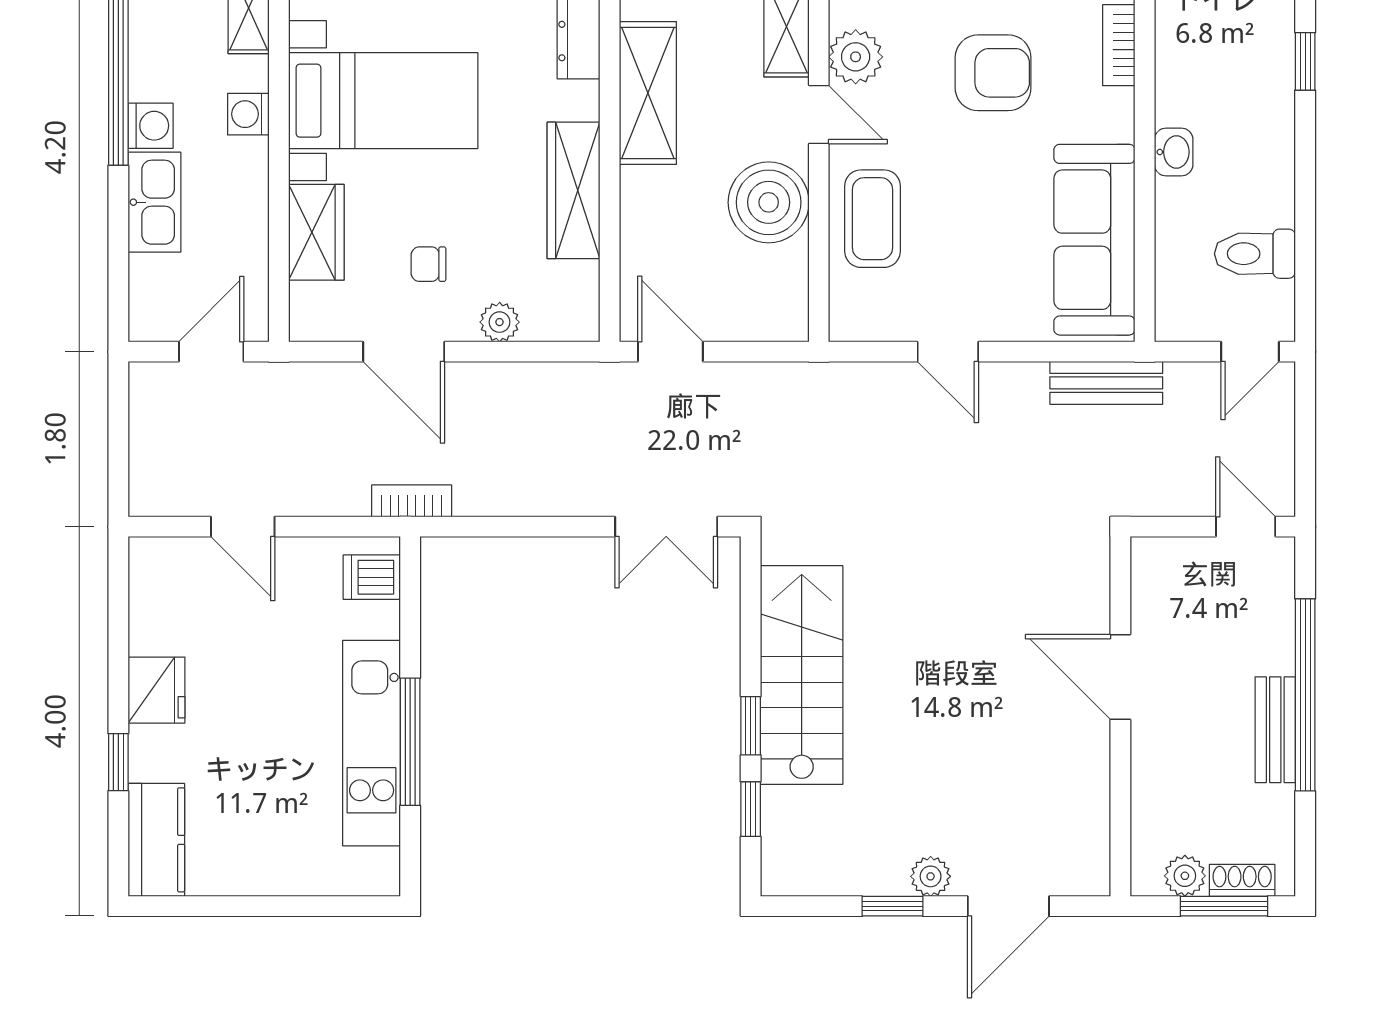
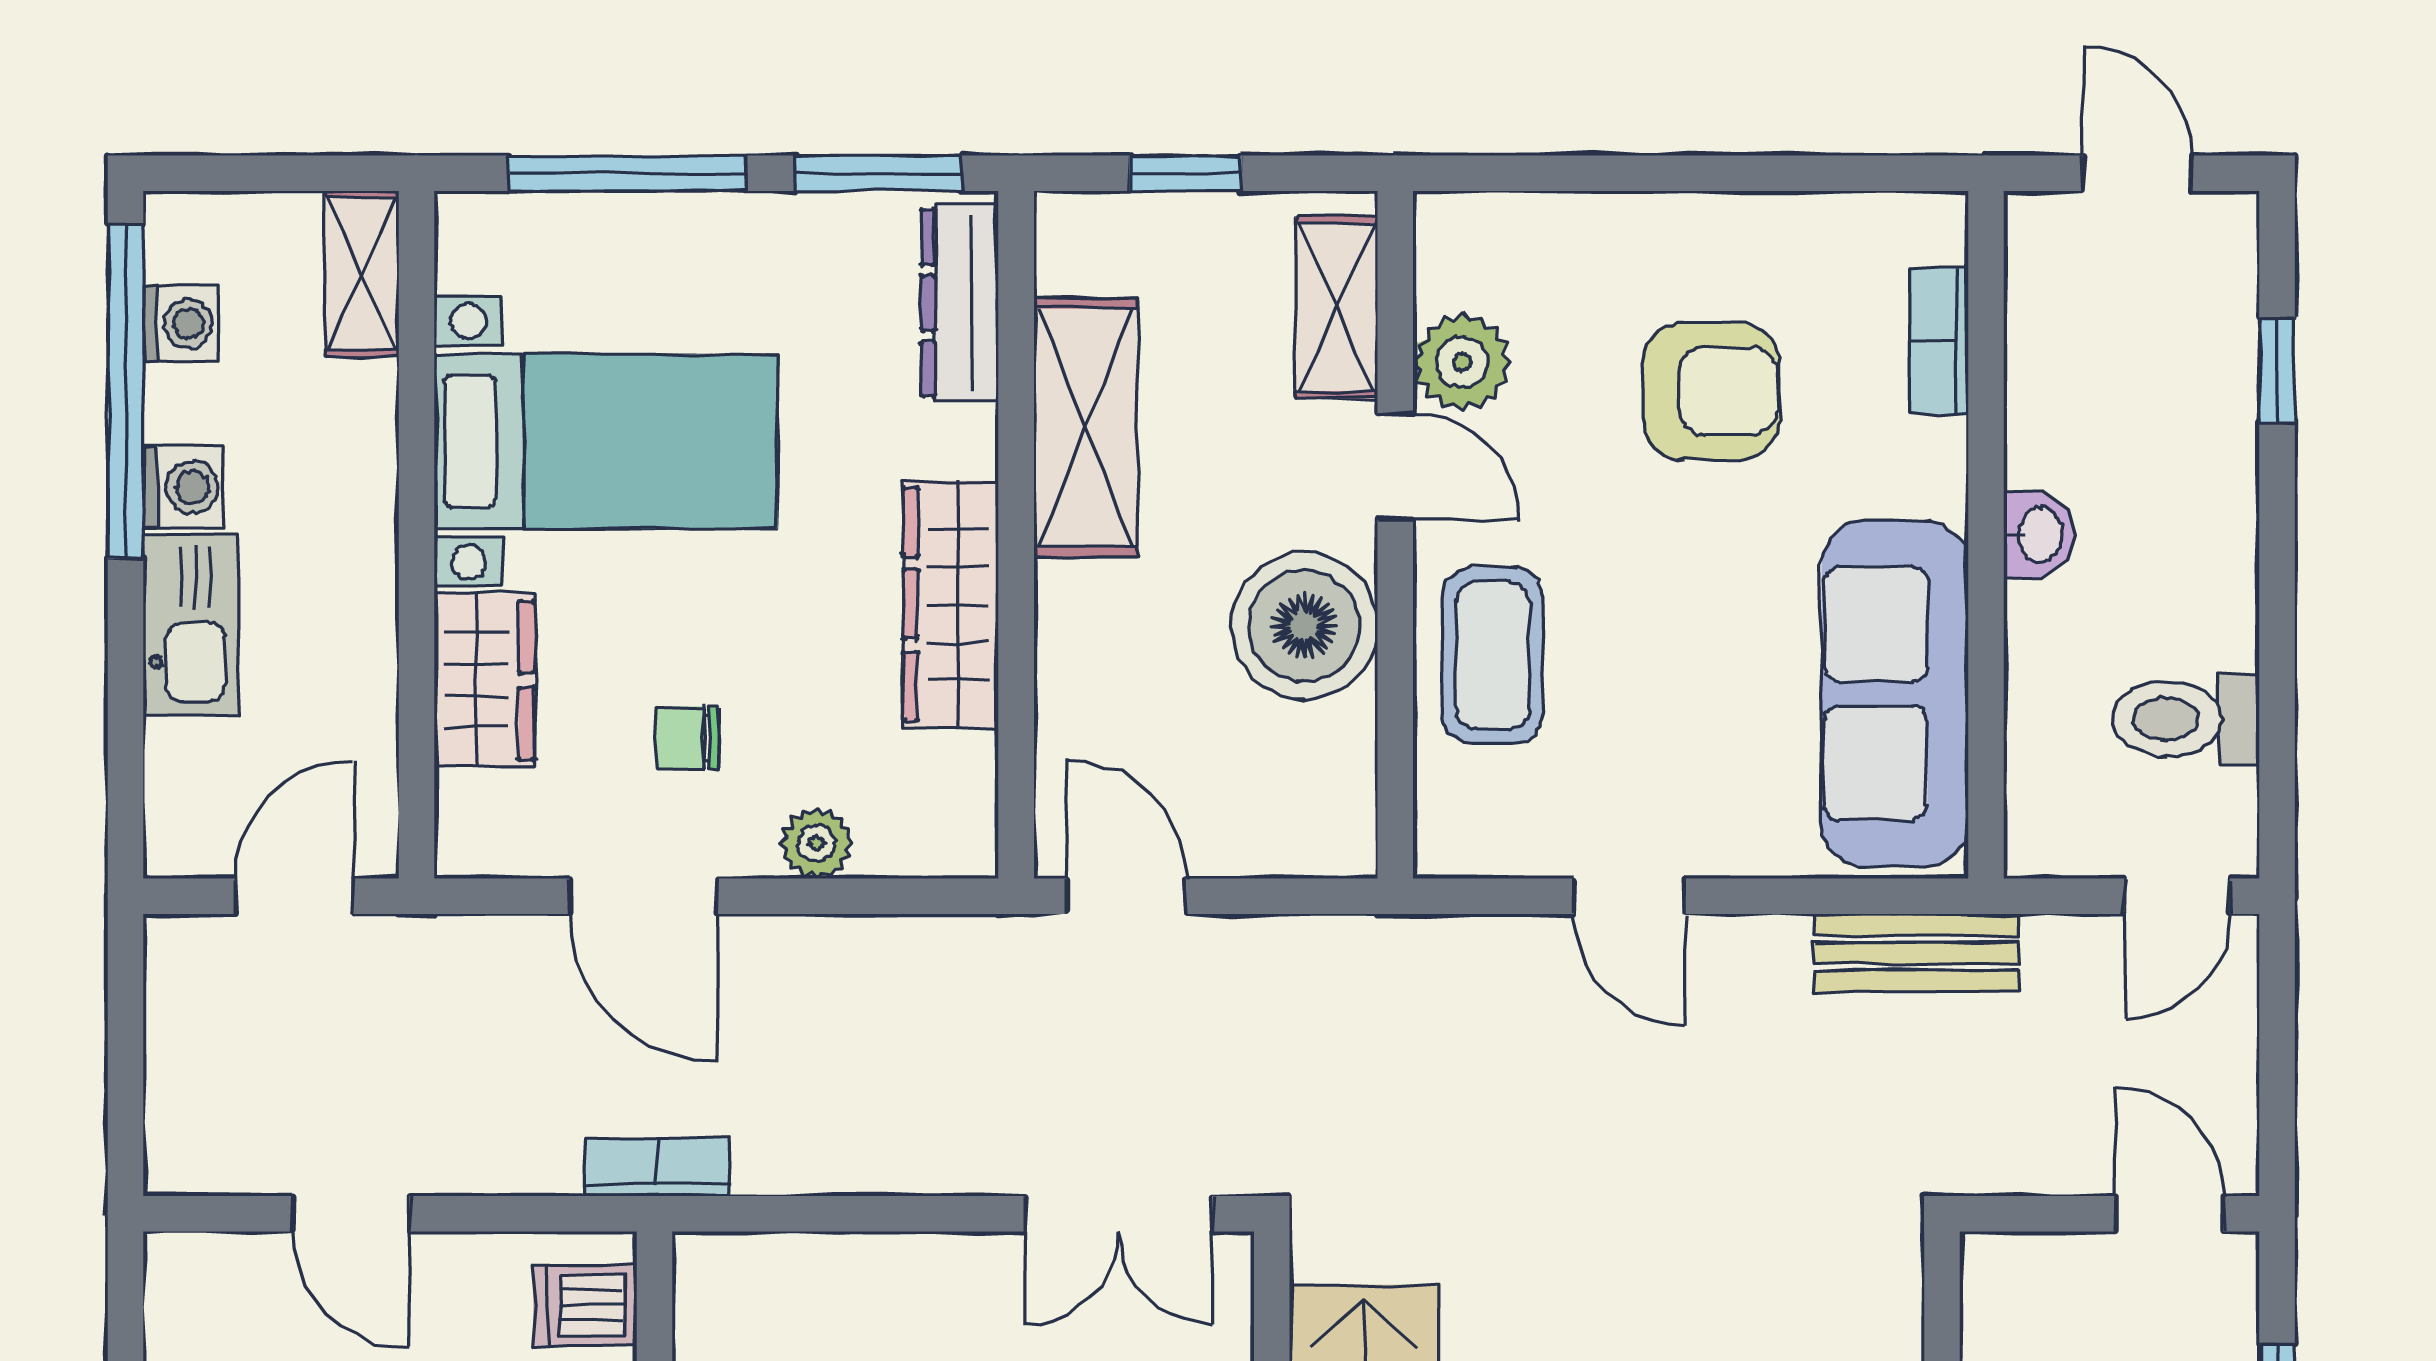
washing machine: (248, 114) -> (181, 323), moved, turned 180

